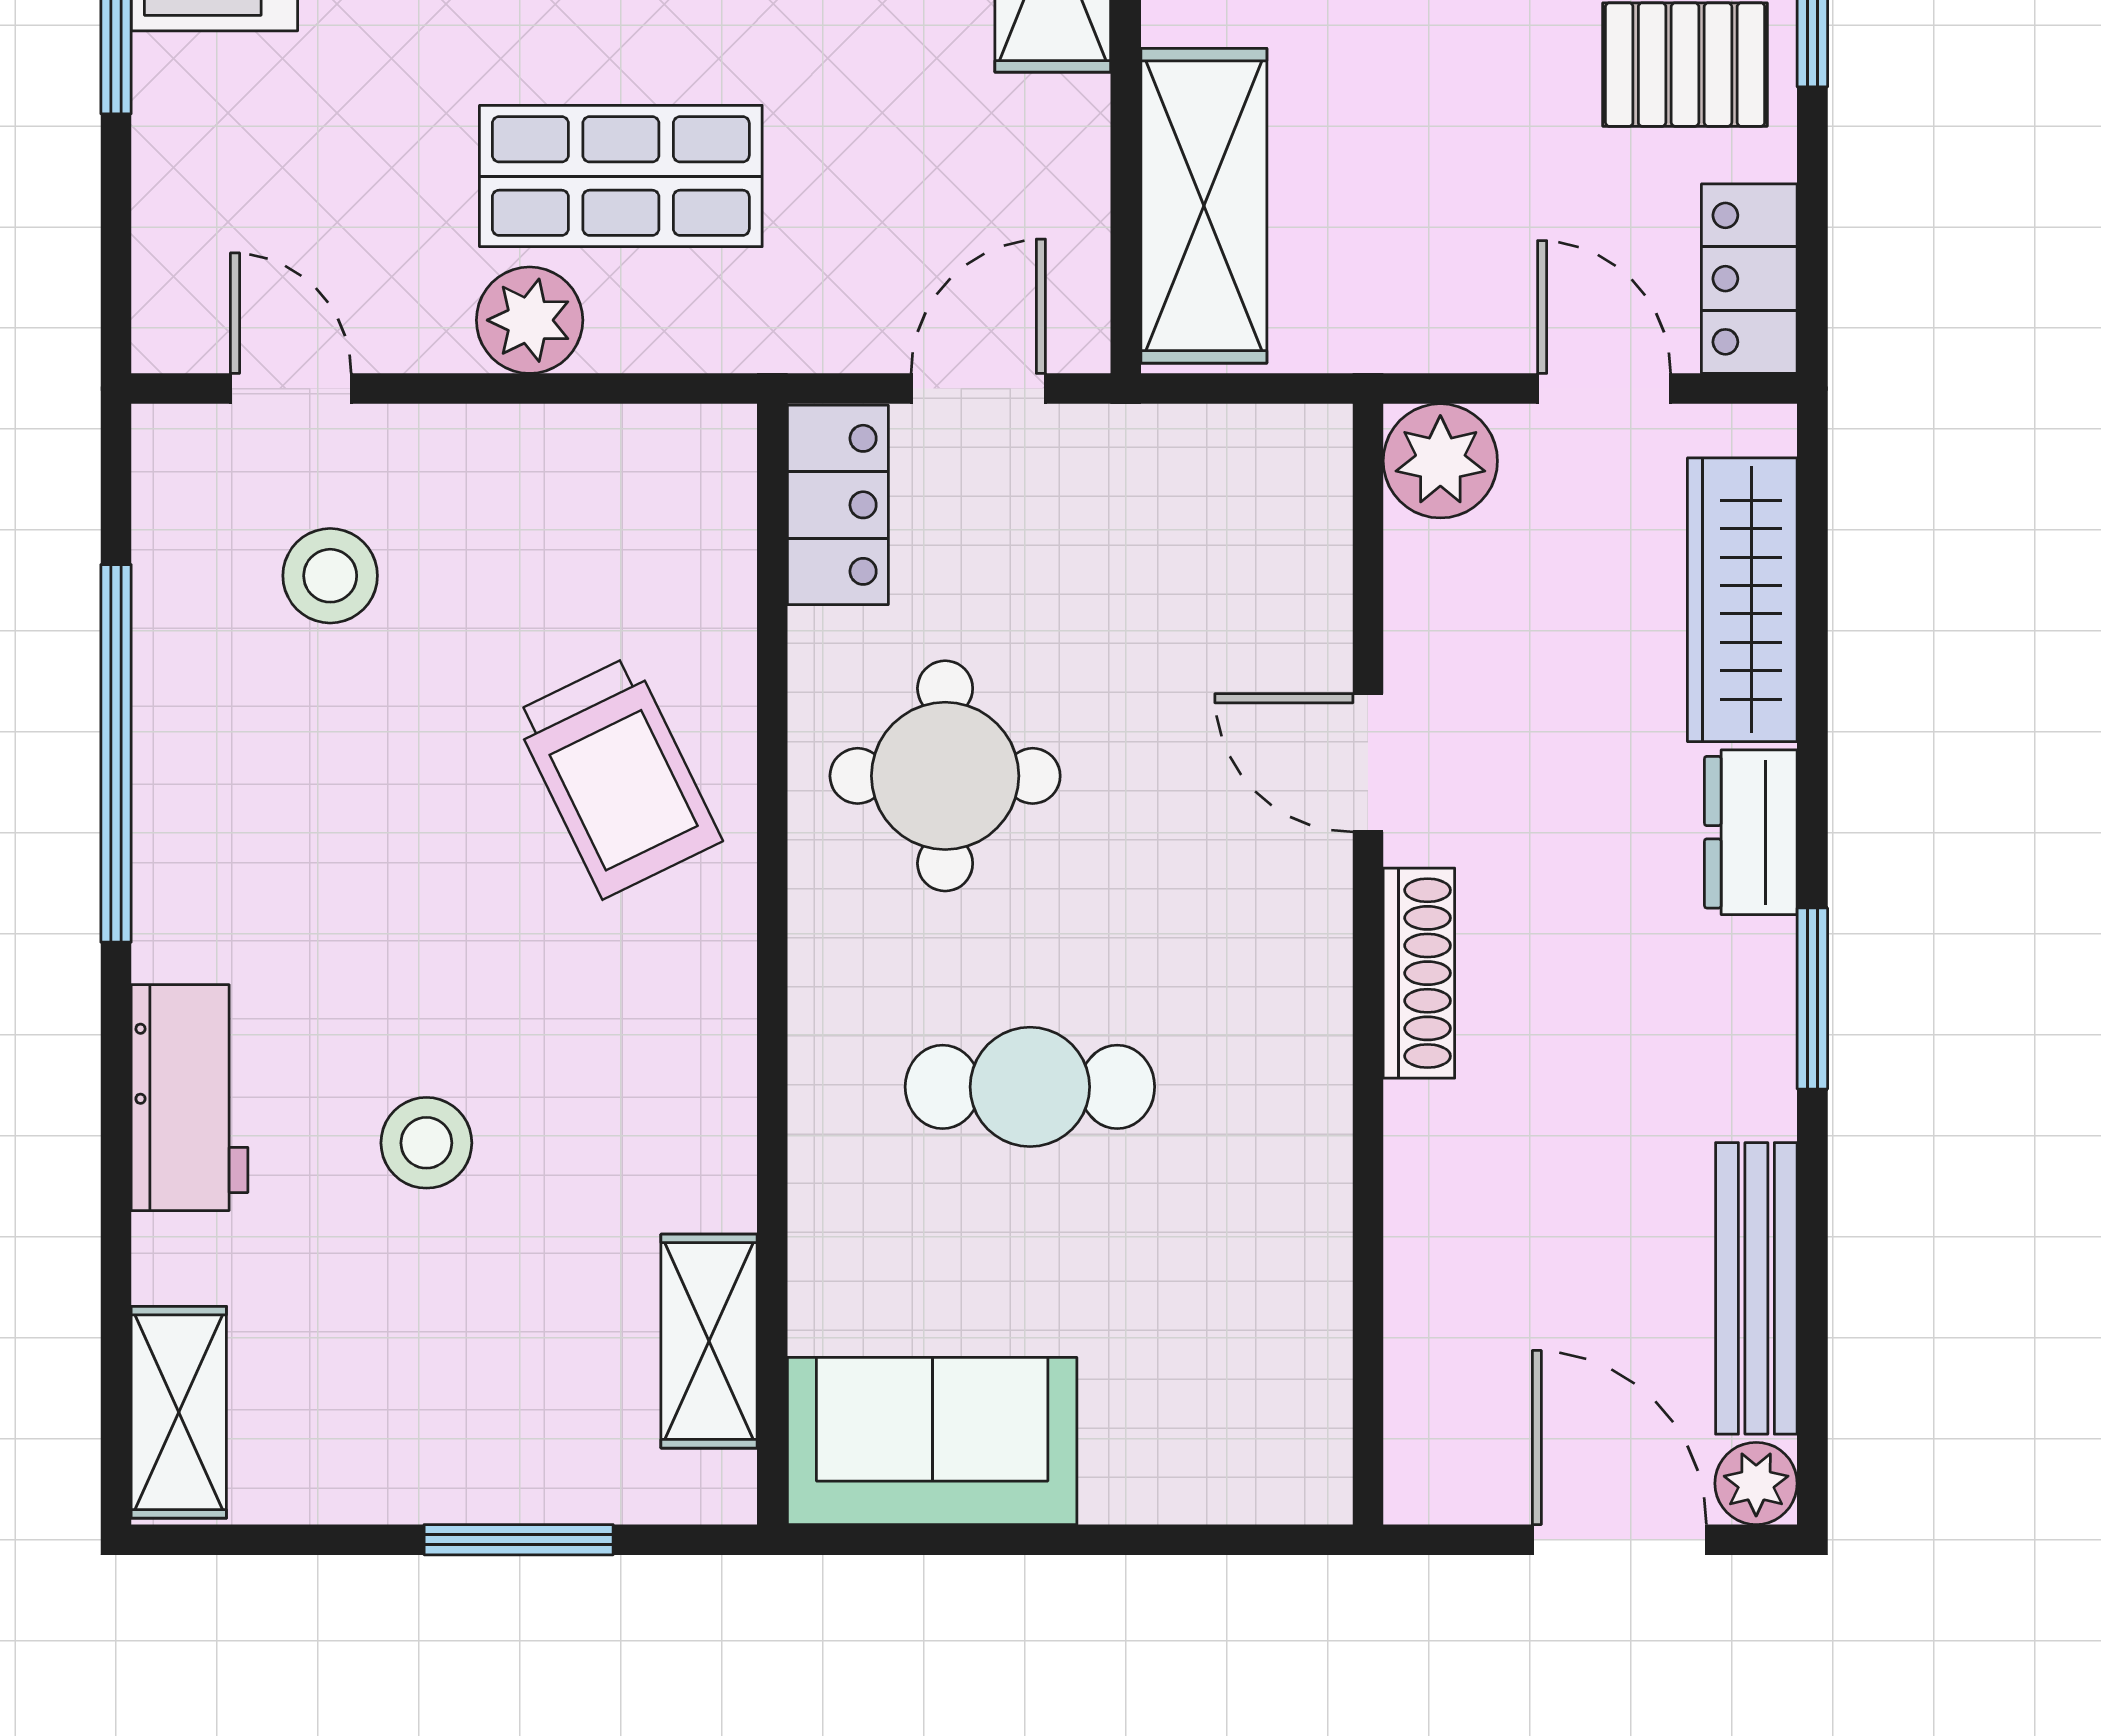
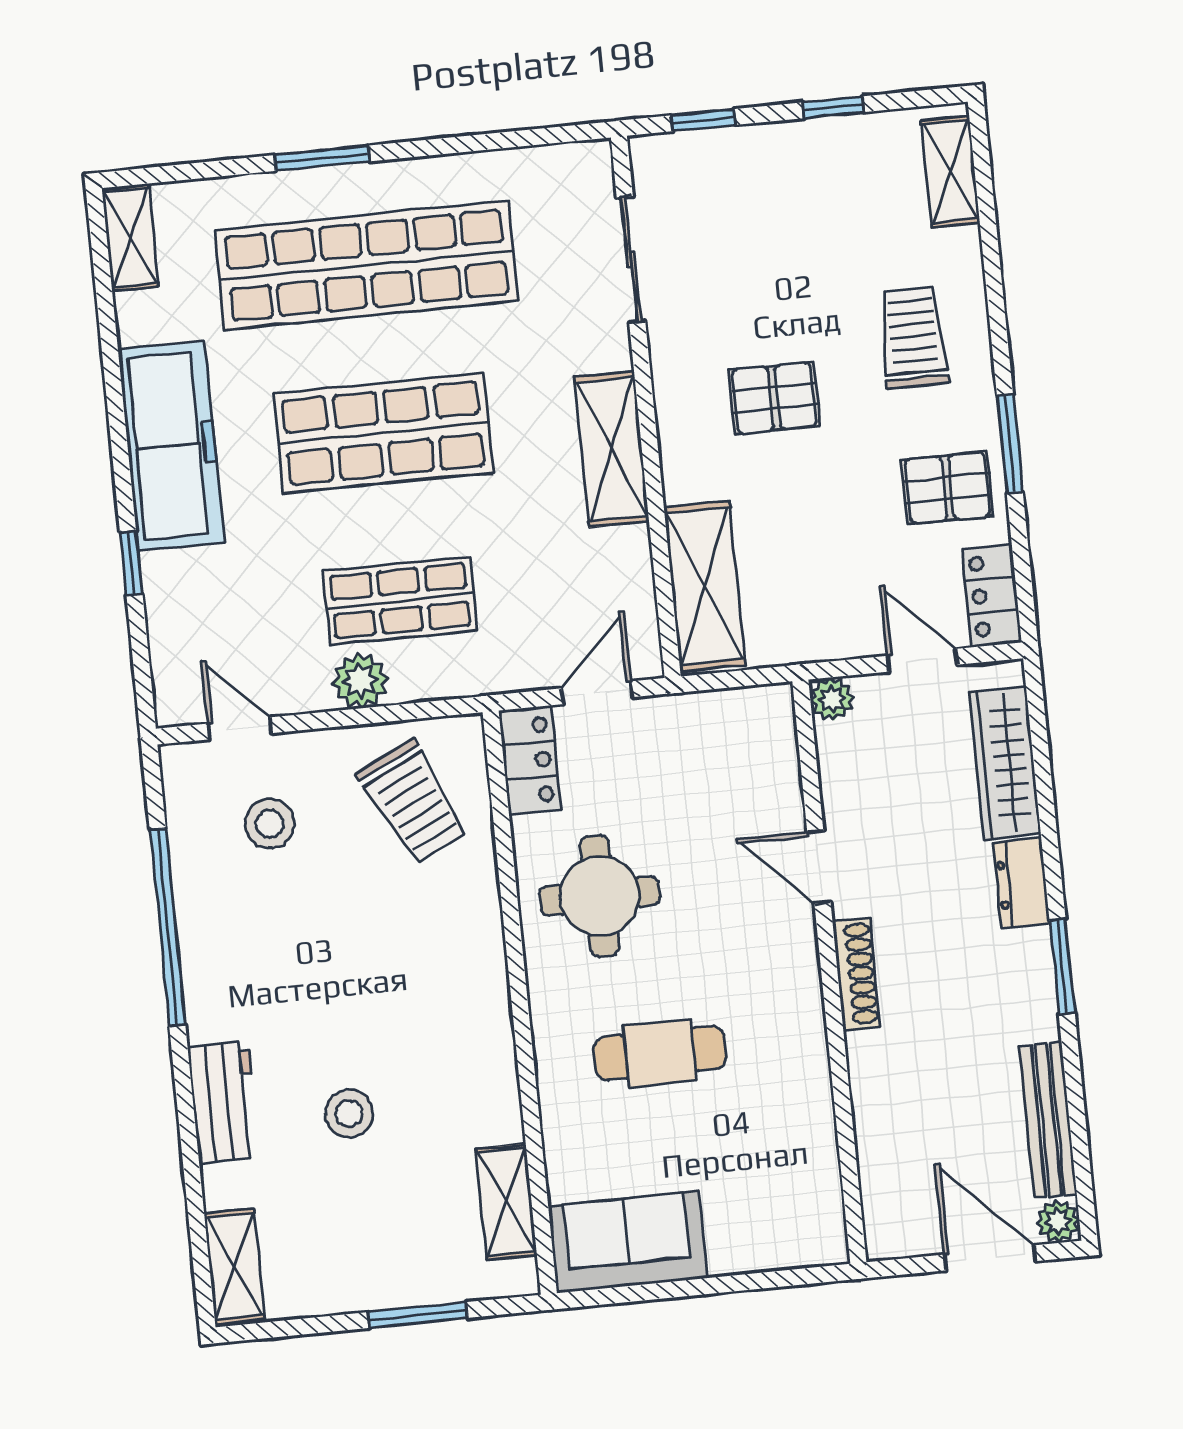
plant: (1440, 461) -> (832, 699), width x0.73, depth x0.73
trolley: (617, 777) -> (413, 802), moved

